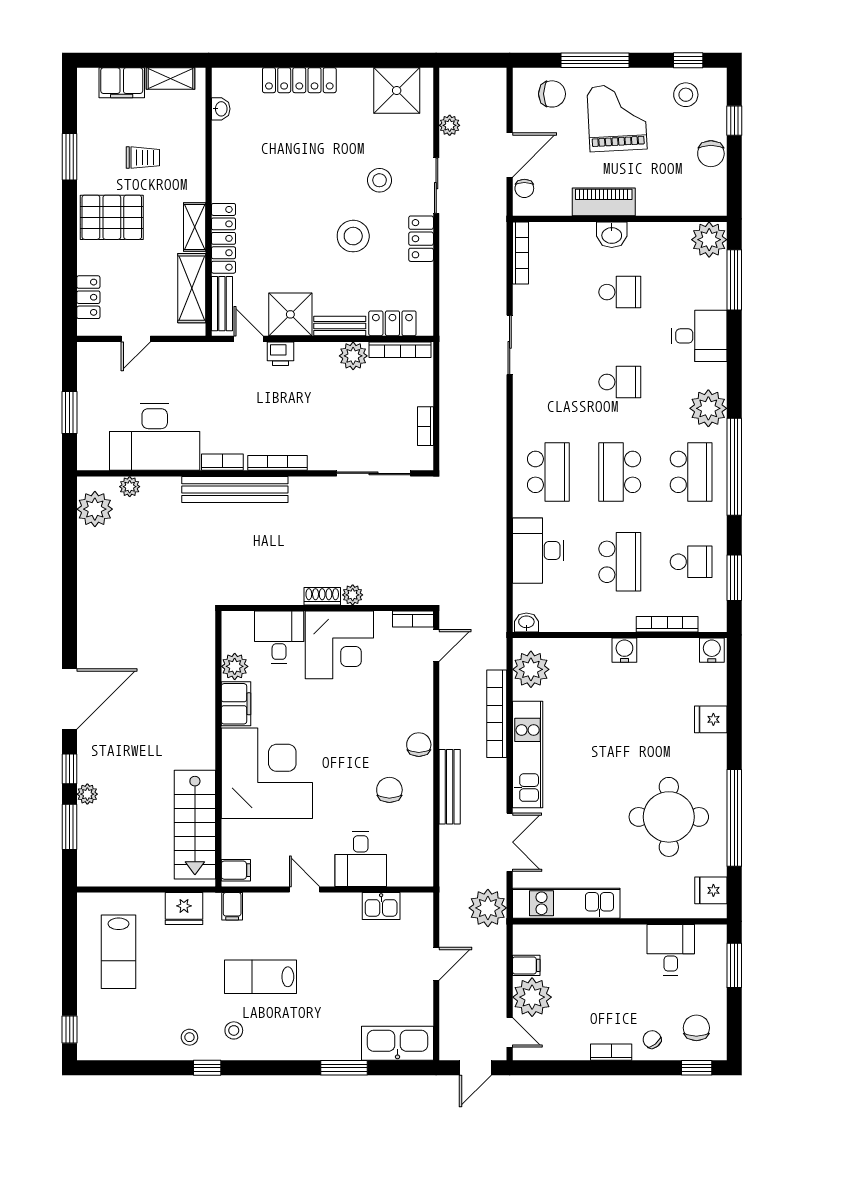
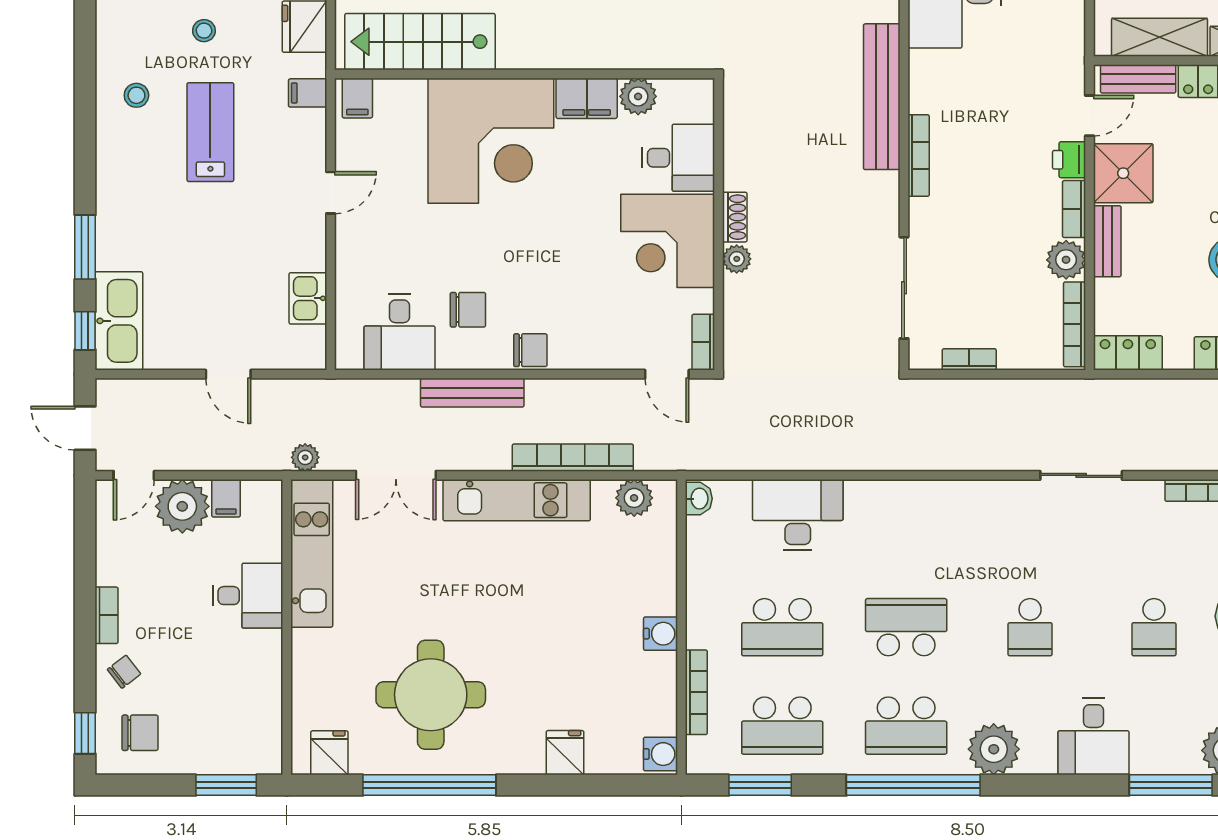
locker: (392, 323) -> (1128, 353), moved, turned -90
bookcase: (222, 462) -> (1074, 209), moved, turned 180
school desk: (548, 472) -> (906, 529), removed
school desk: (691, 562) -> (782, 726), width x1.85
plant: (531, 669) -> (634, 498), width x0.73, depth x0.73
desk: (361, 859) -> (399, 332), moved, turned -90
plant: (488, 908) -> (305, 457), width x0.53, depth x0.53
desk: (671, 950) -> (248, 596), moved
stool: (189, 1037) -> (204, 31), moved
window: (207, 1068) -> (85, 331), moved

